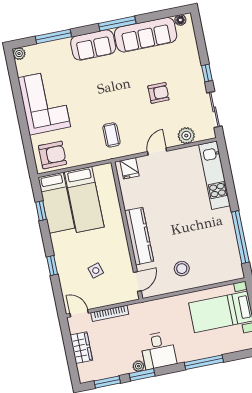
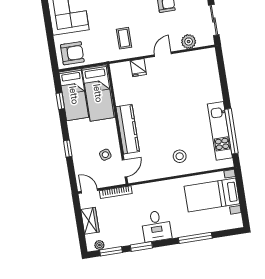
kitchen unit: (214, 175) -> (220, 131), moved
wall: (127, 231) -> (117, 124), moved
kitchen counter: (139, 236) -> (128, 129), moved
door: (137, 282) -> (124, 168), moved
plant: (138, 366) -> (99, 245), moved

